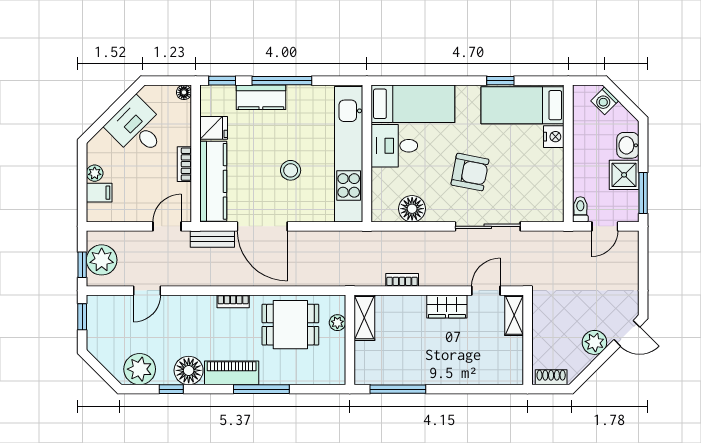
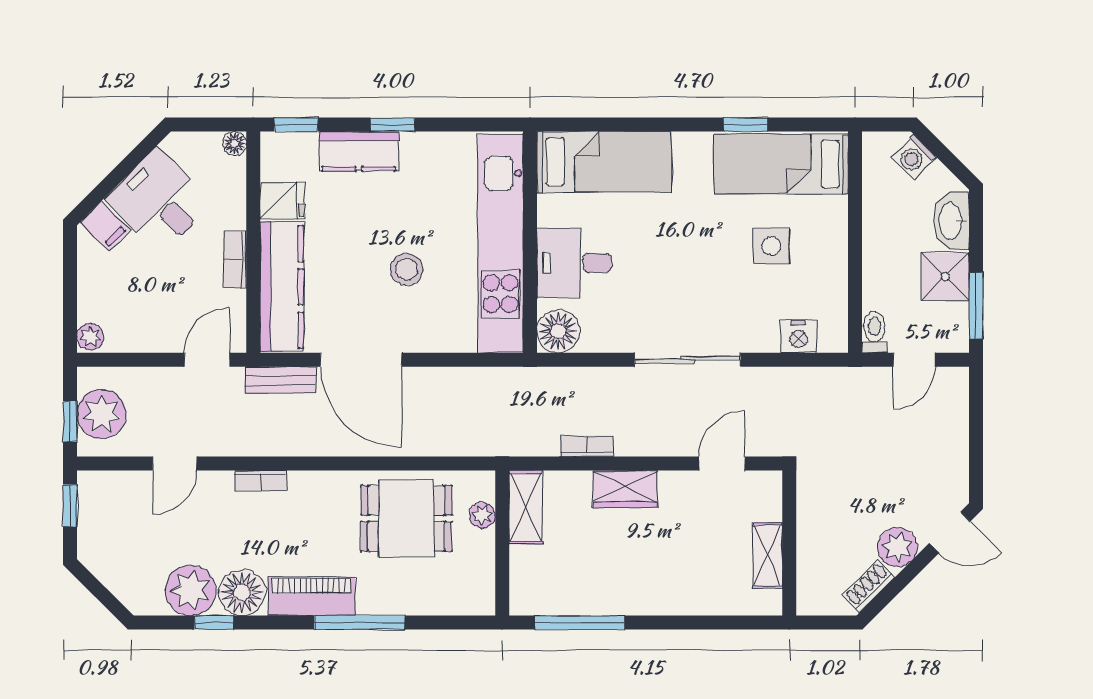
window: (282, 81) -> (393, 125), width x0.46
nightstand: (554, 137) -> (798, 336), moved, turned 90
washbasin: (628, 145) -> (951, 221), width x1.38
desk: (394, 146) -> (574, 263), moved
side table: (516, 156) -> (771, 246), added
armchair: (470, 172) -> (696, 272), removed
plant: (95, 173) -> (90, 337), moved
filing cabinet: (99, 193) -> (105, 226), moved, turned 45
floor lamp: (412, 209) -> (558, 331), moved
sliding door: (488, 226) -> (687, 360), moved
bookcase: (233, 301) -> (260, 481), moved
wardrobe: (447, 306) -> (625, 489), moved
shelving: (514, 315) -> (768, 555), moved
plant: (140, 369) -> (191, 590), moved
shoe rack: (551, 377) -> (869, 586), moved, turned -45

